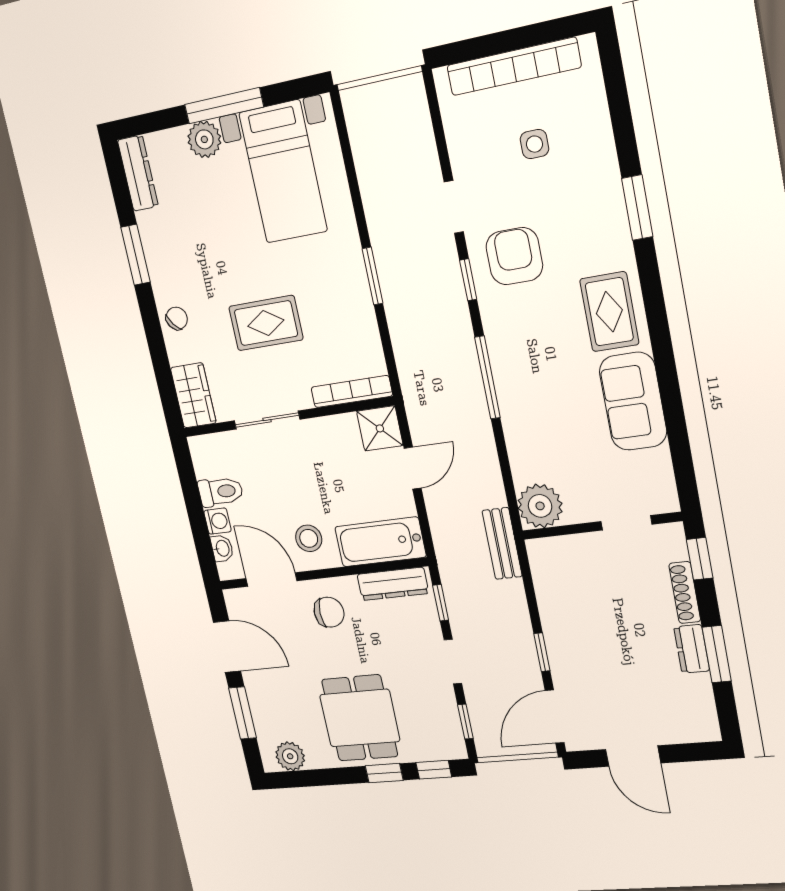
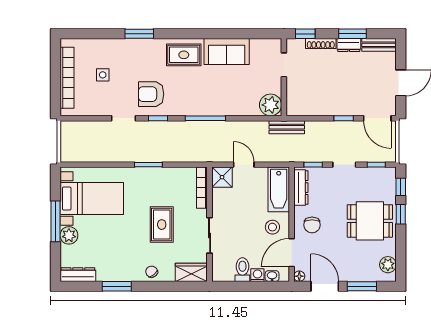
floor lamp: (233, 598) -> (299, 276), added
chair: (329, 612) -> (312, 225), turned 180
door: (227, 647) -> (325, 286), hinge flipped
bench: (703, 708) -> (379, 45), added

